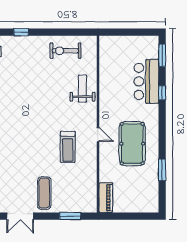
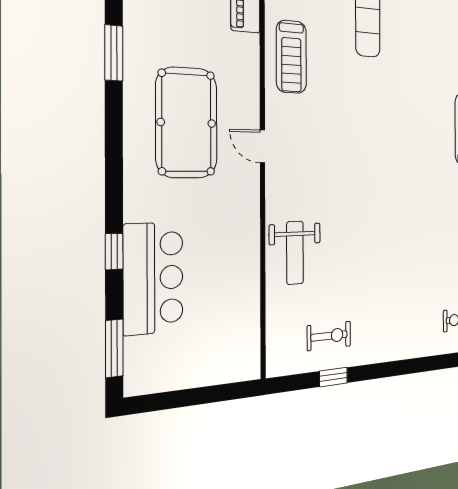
window: (21, 32) -> (333, 377), moved
exercise bike: (65, 51) -> (329, 336), width x0.73, depth x0.72
treadmill: (68, 147) -> (291, 57), moved, turned 180

